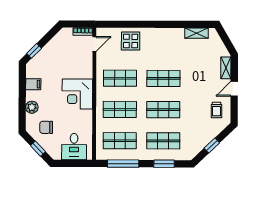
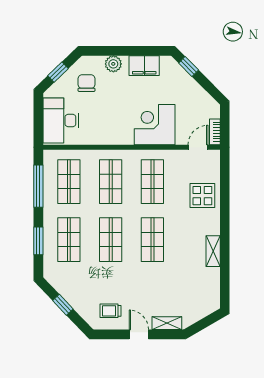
shelving: (197, 33) -> (213, 251), moved
door: (94, 44) -> (198, 147), swing flipped
filing cabinet: (33, 84) -> (144, 66), width x2.00
corner desk: (77, 94) -> (155, 125), moved
desk: (74, 147) -> (61, 120), width x1.37

